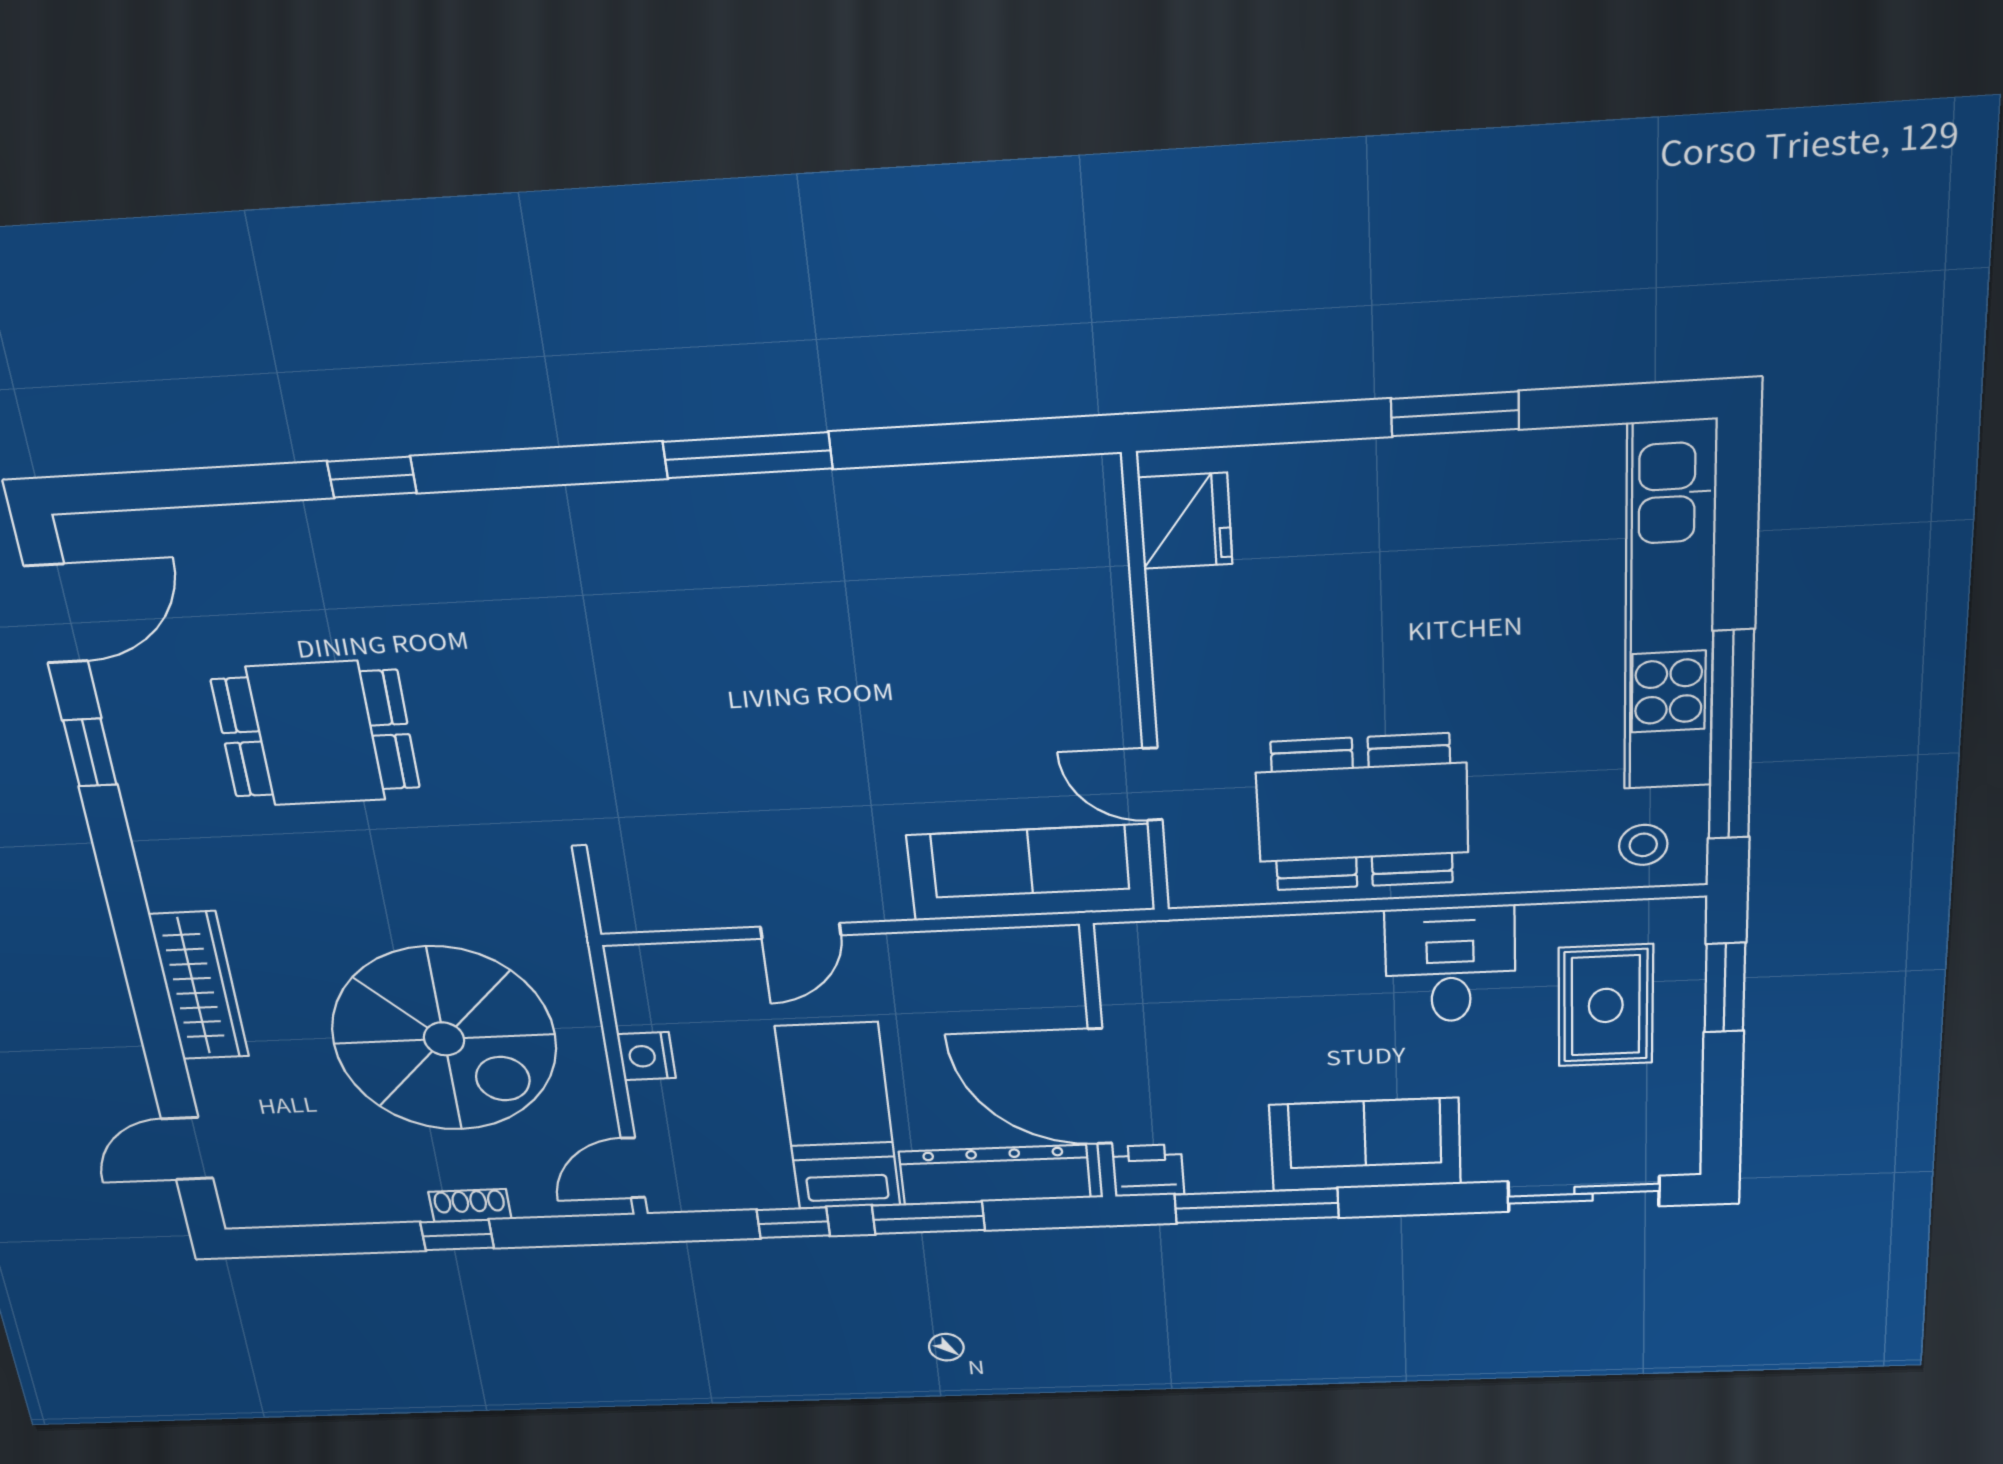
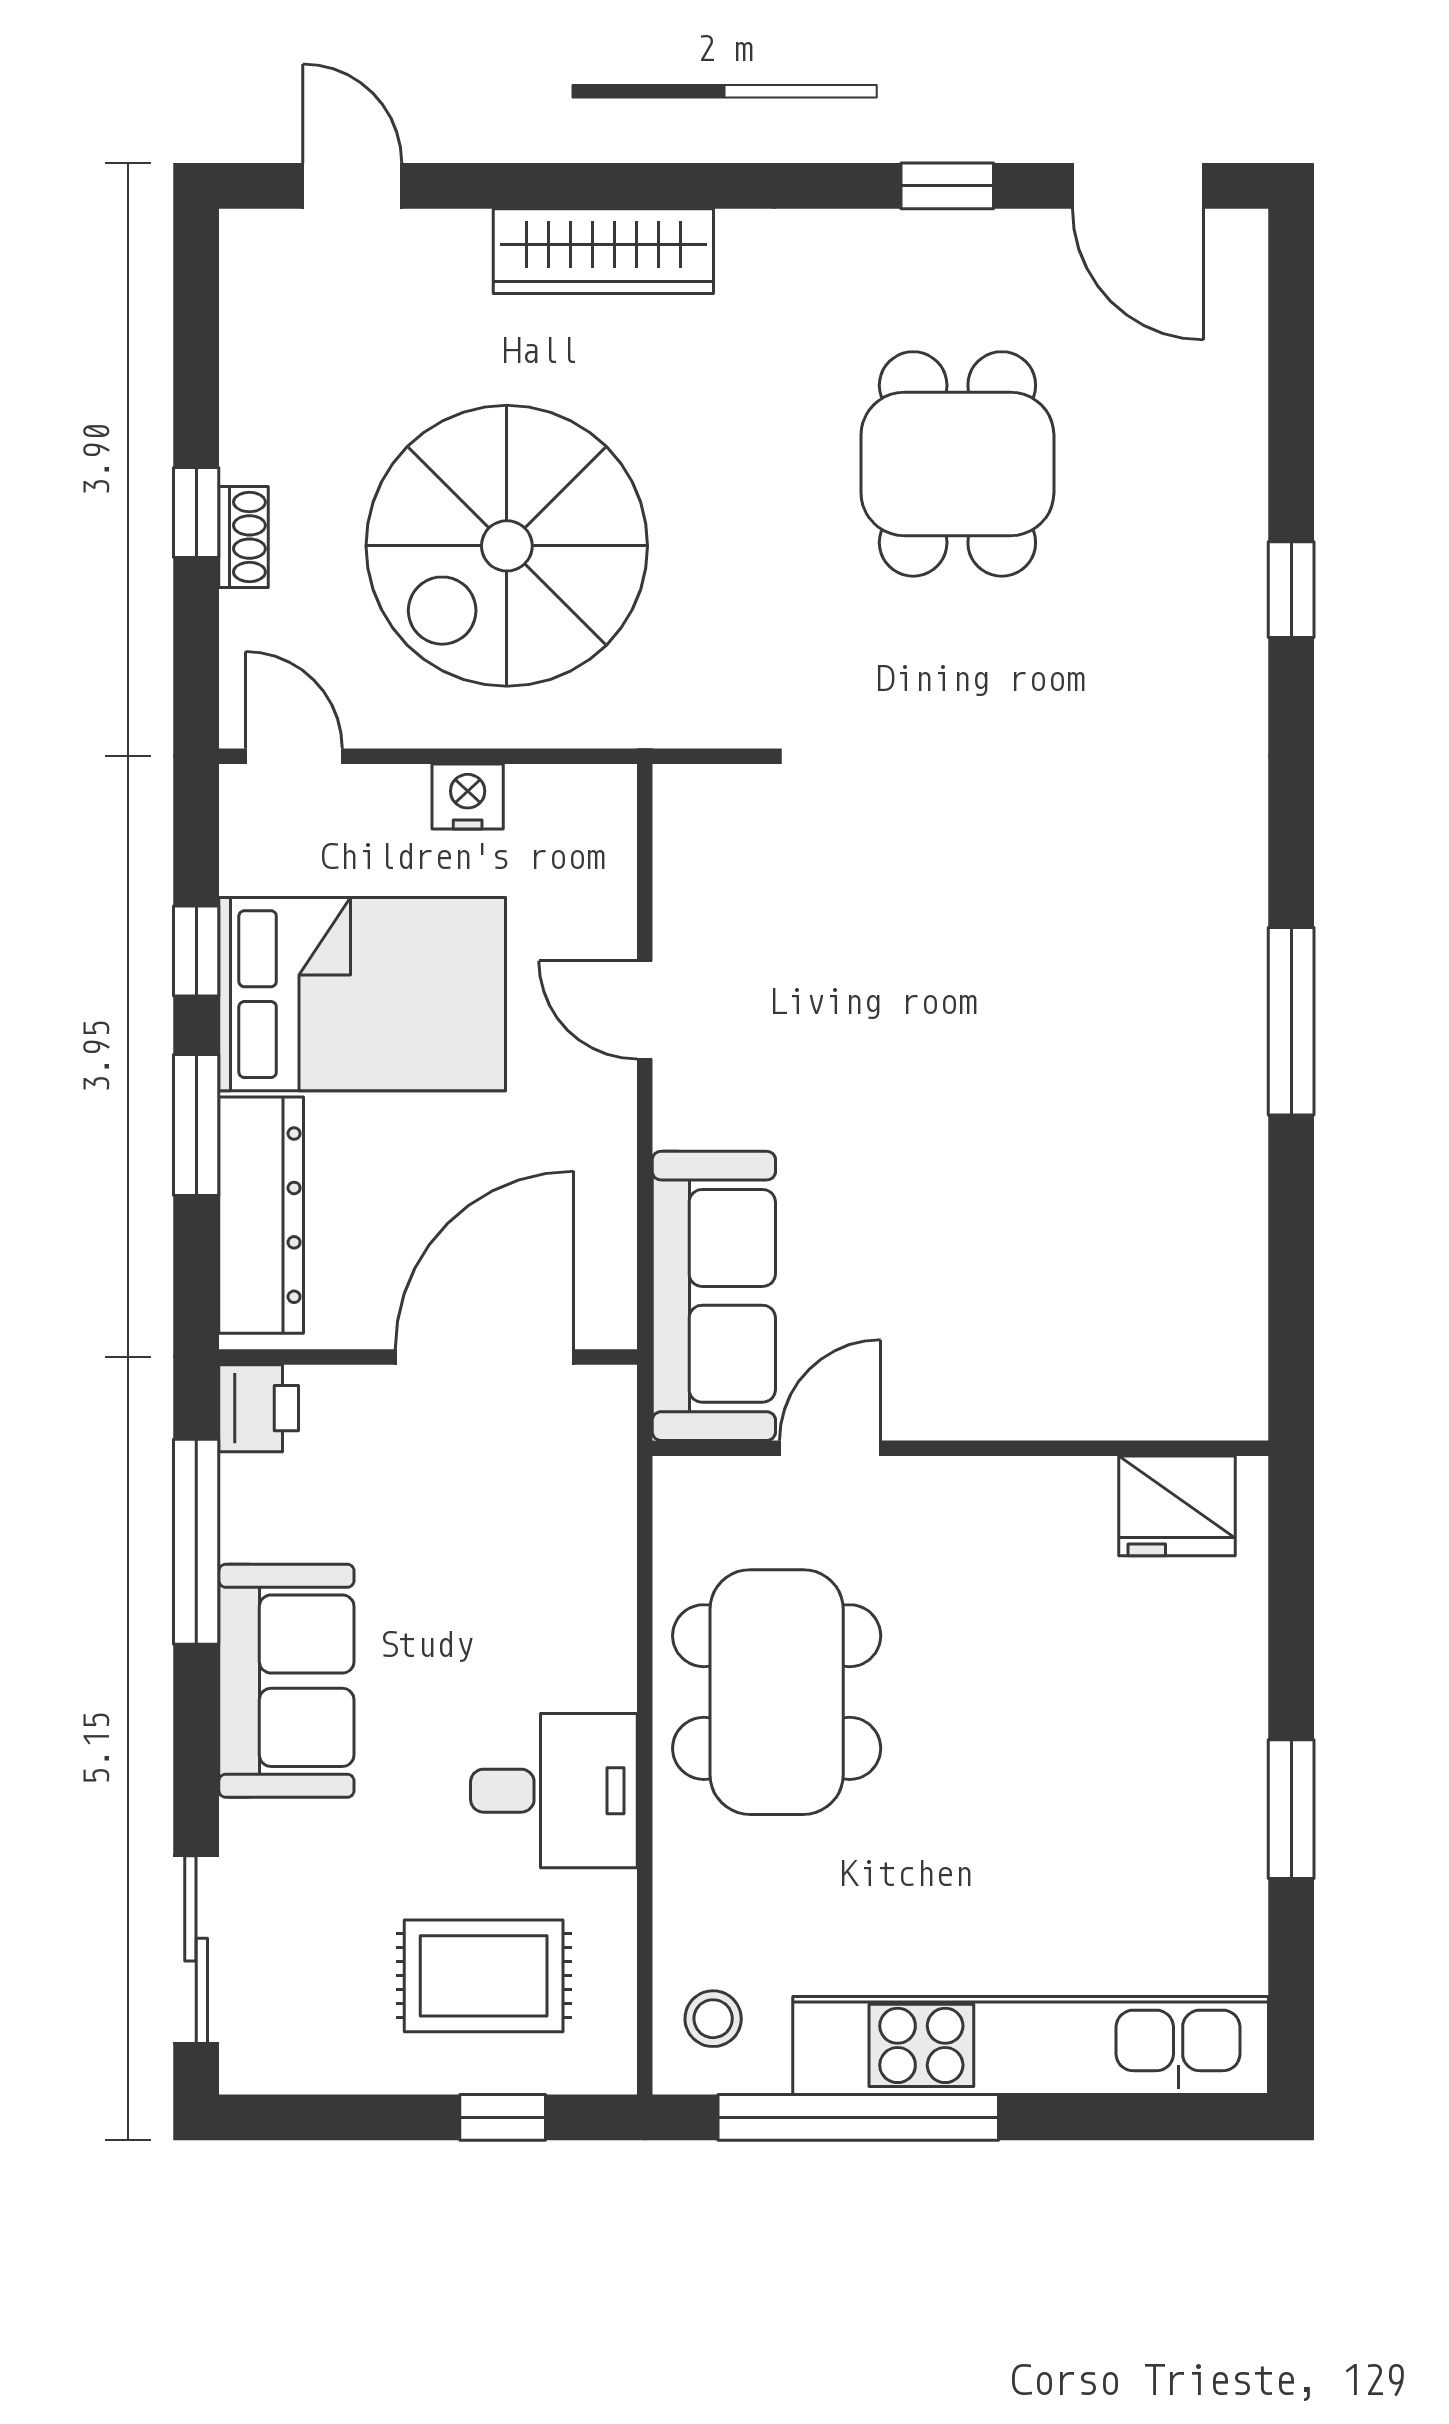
window: (1725, 988) -> (503, 2117), width x0.67
door: (1100, 1087) -> (485, 1357), moved
bed: (838, 1117) -> (362, 994), width x1.50

